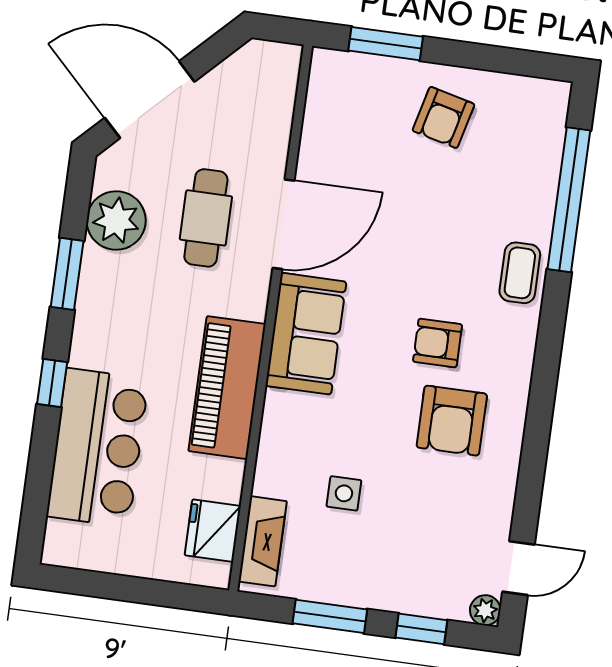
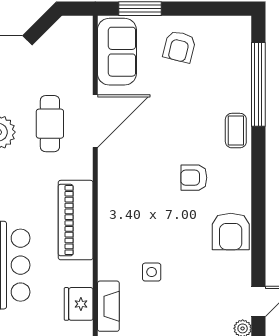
sofa: (306, 334) -> (117, 52), moved
armchair: (452, 421) -> (231, 231), moved

